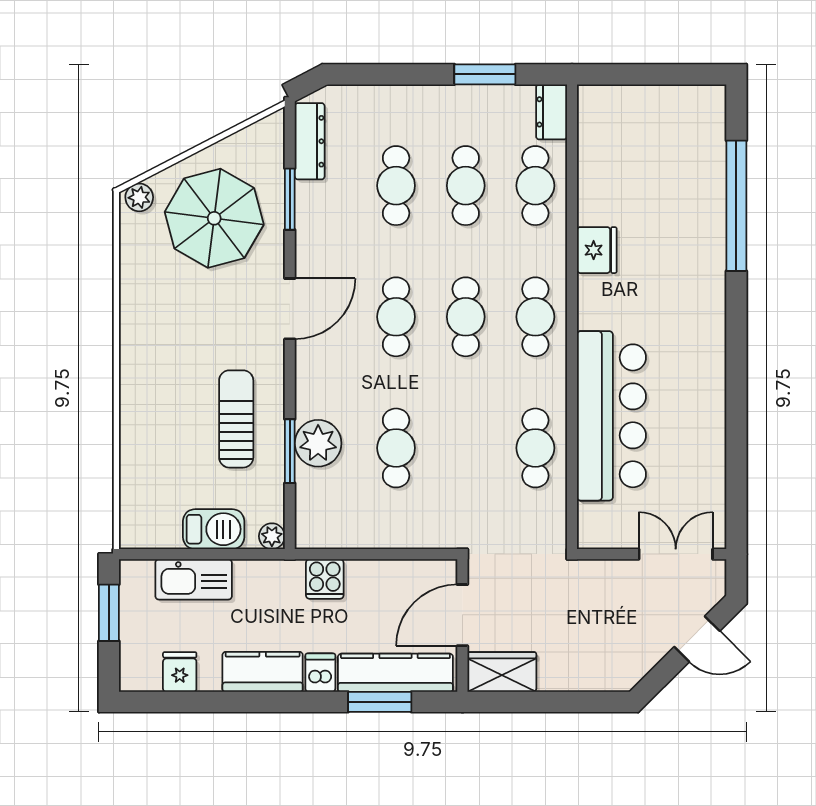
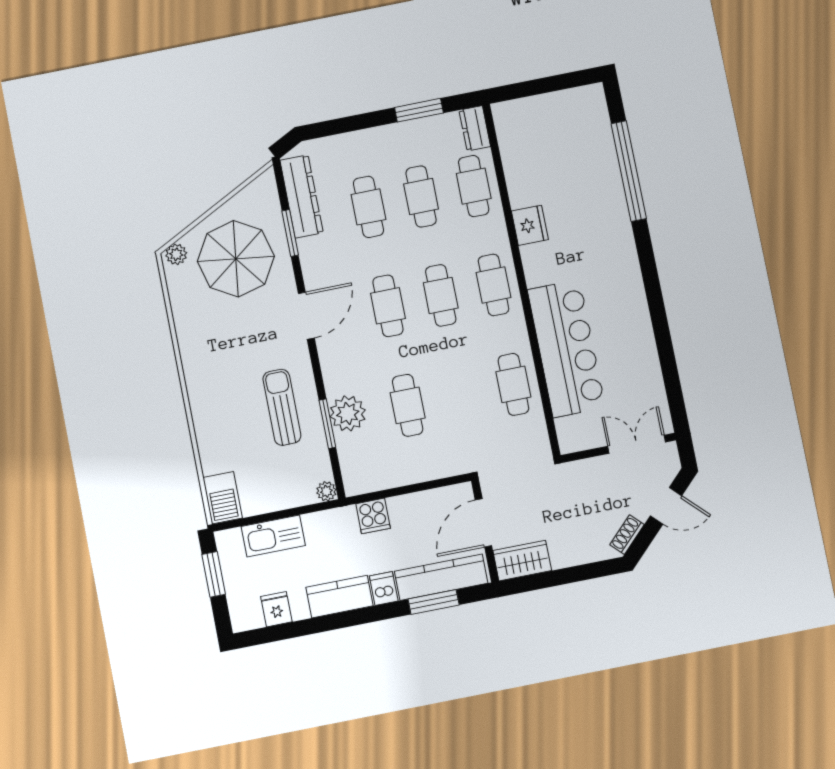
dresser: (310, 141) -> (302, 196), width x1.37, depth x1.24
barbecue: (214, 529) -> (223, 498), moved, turned 90
shoe rack: (640, 665) -> (627, 535), added

